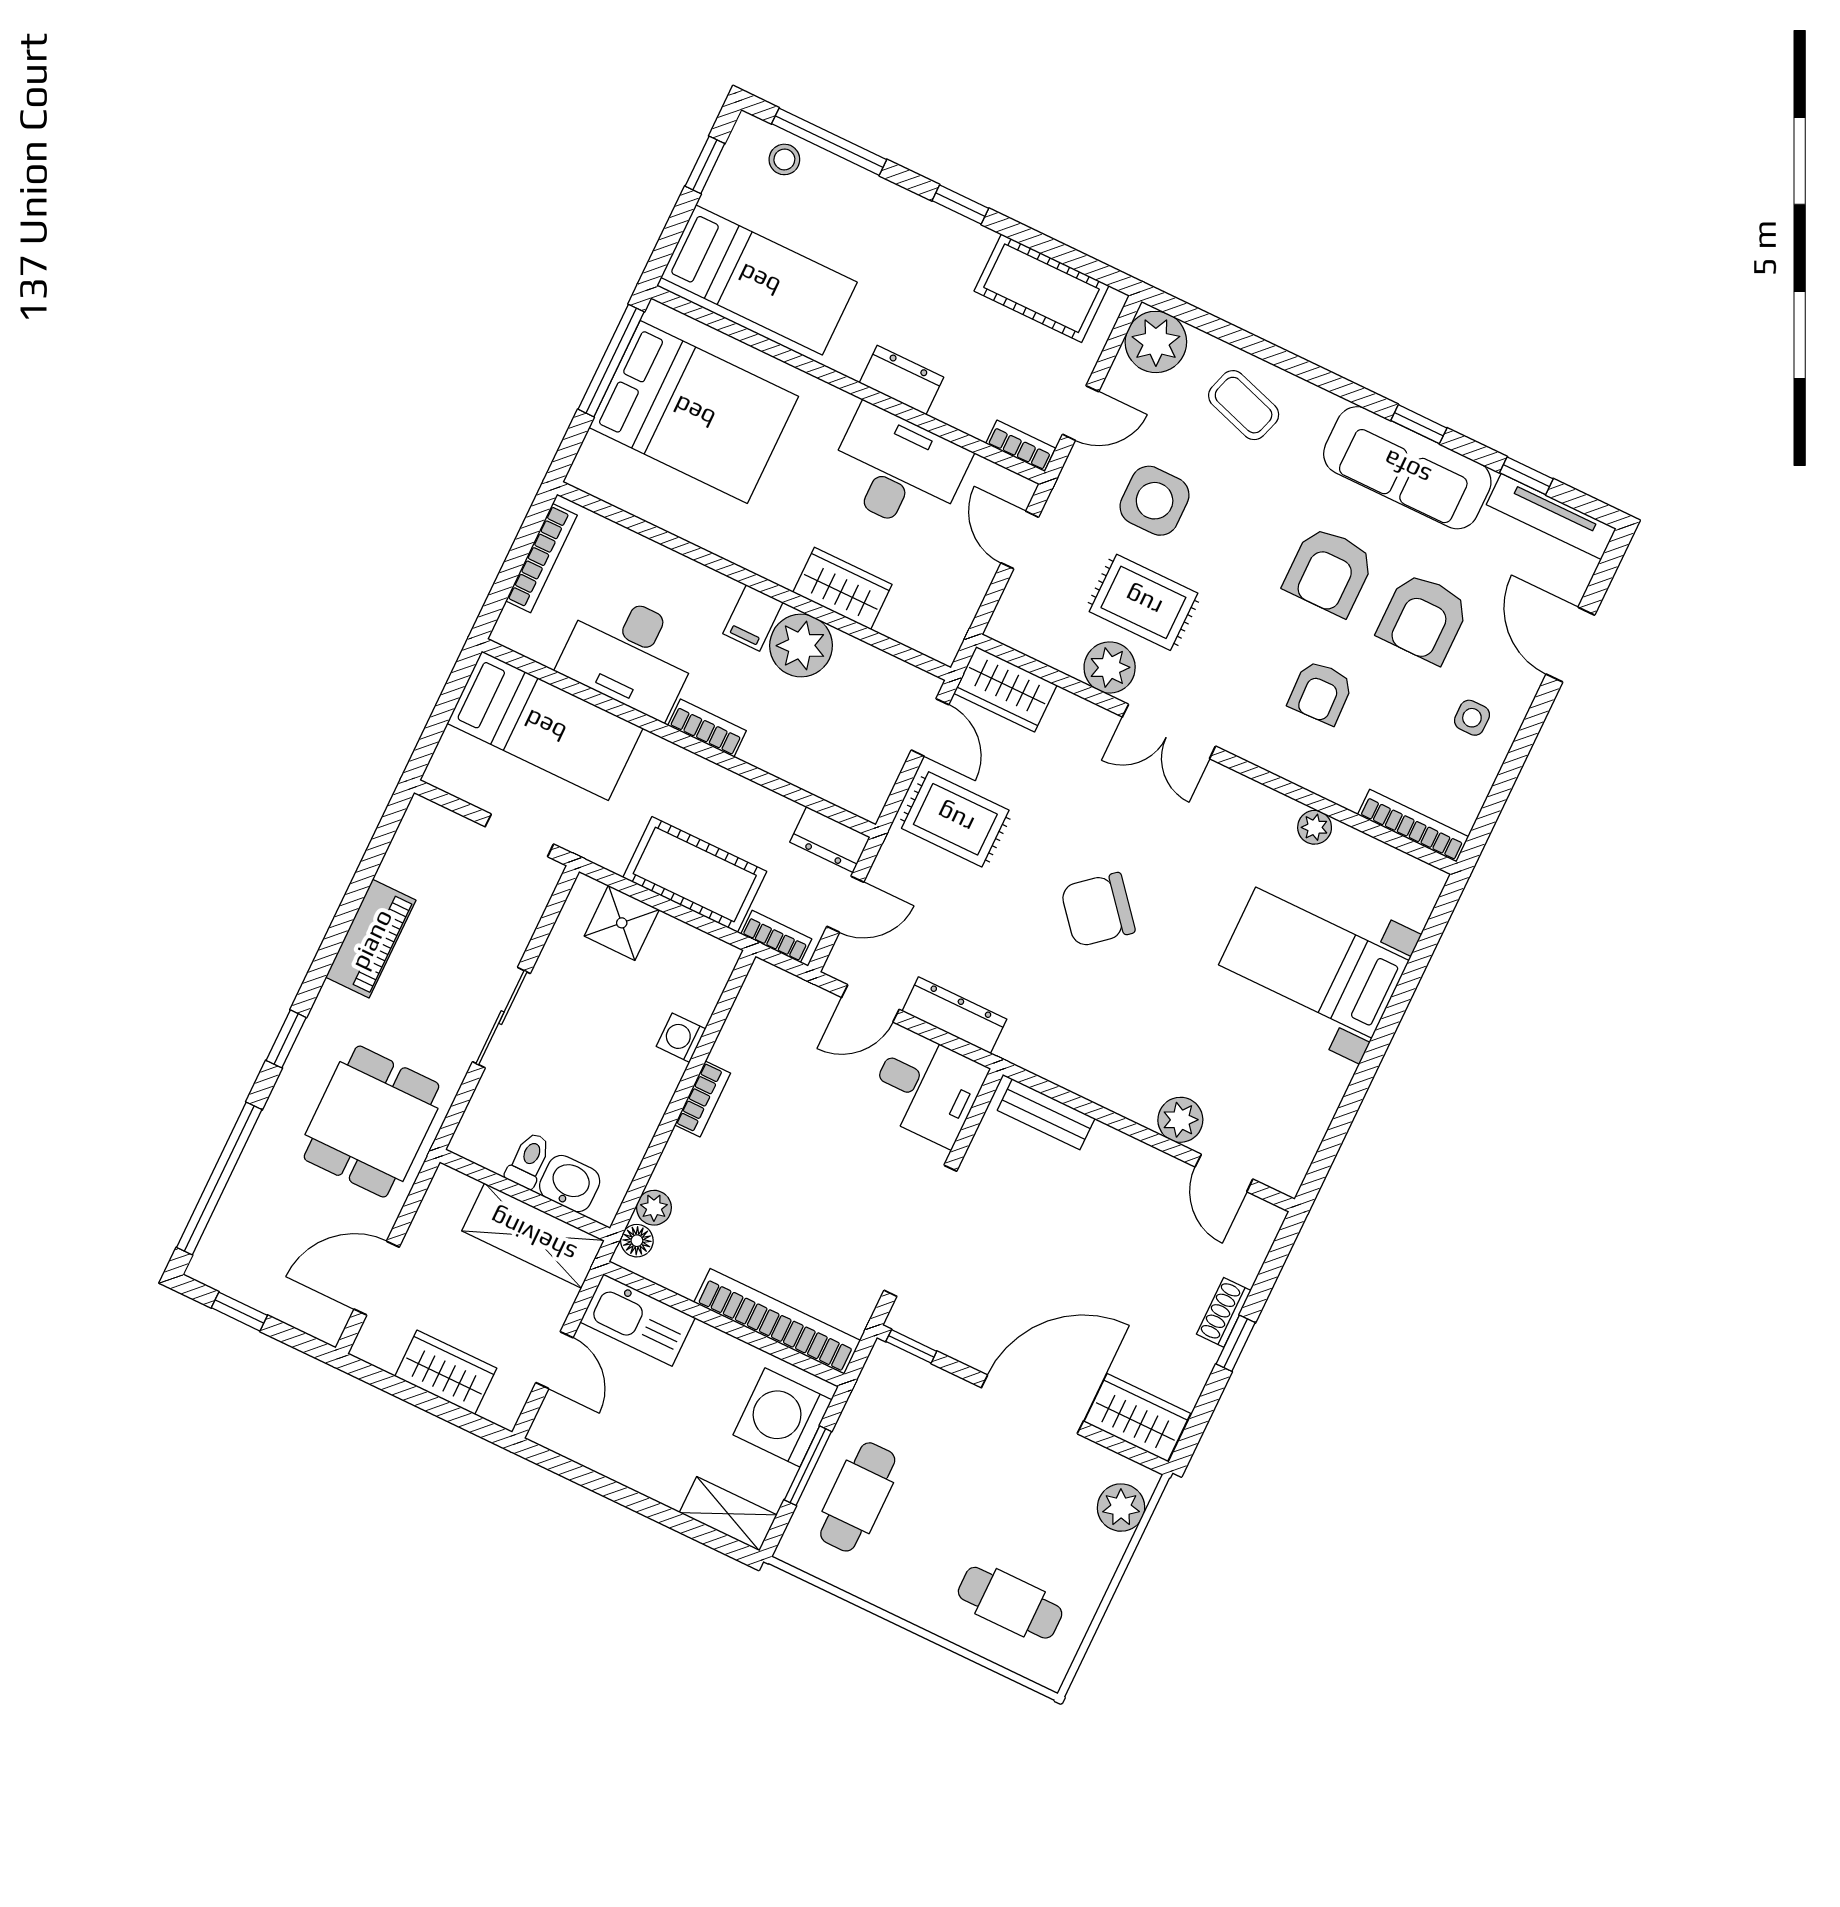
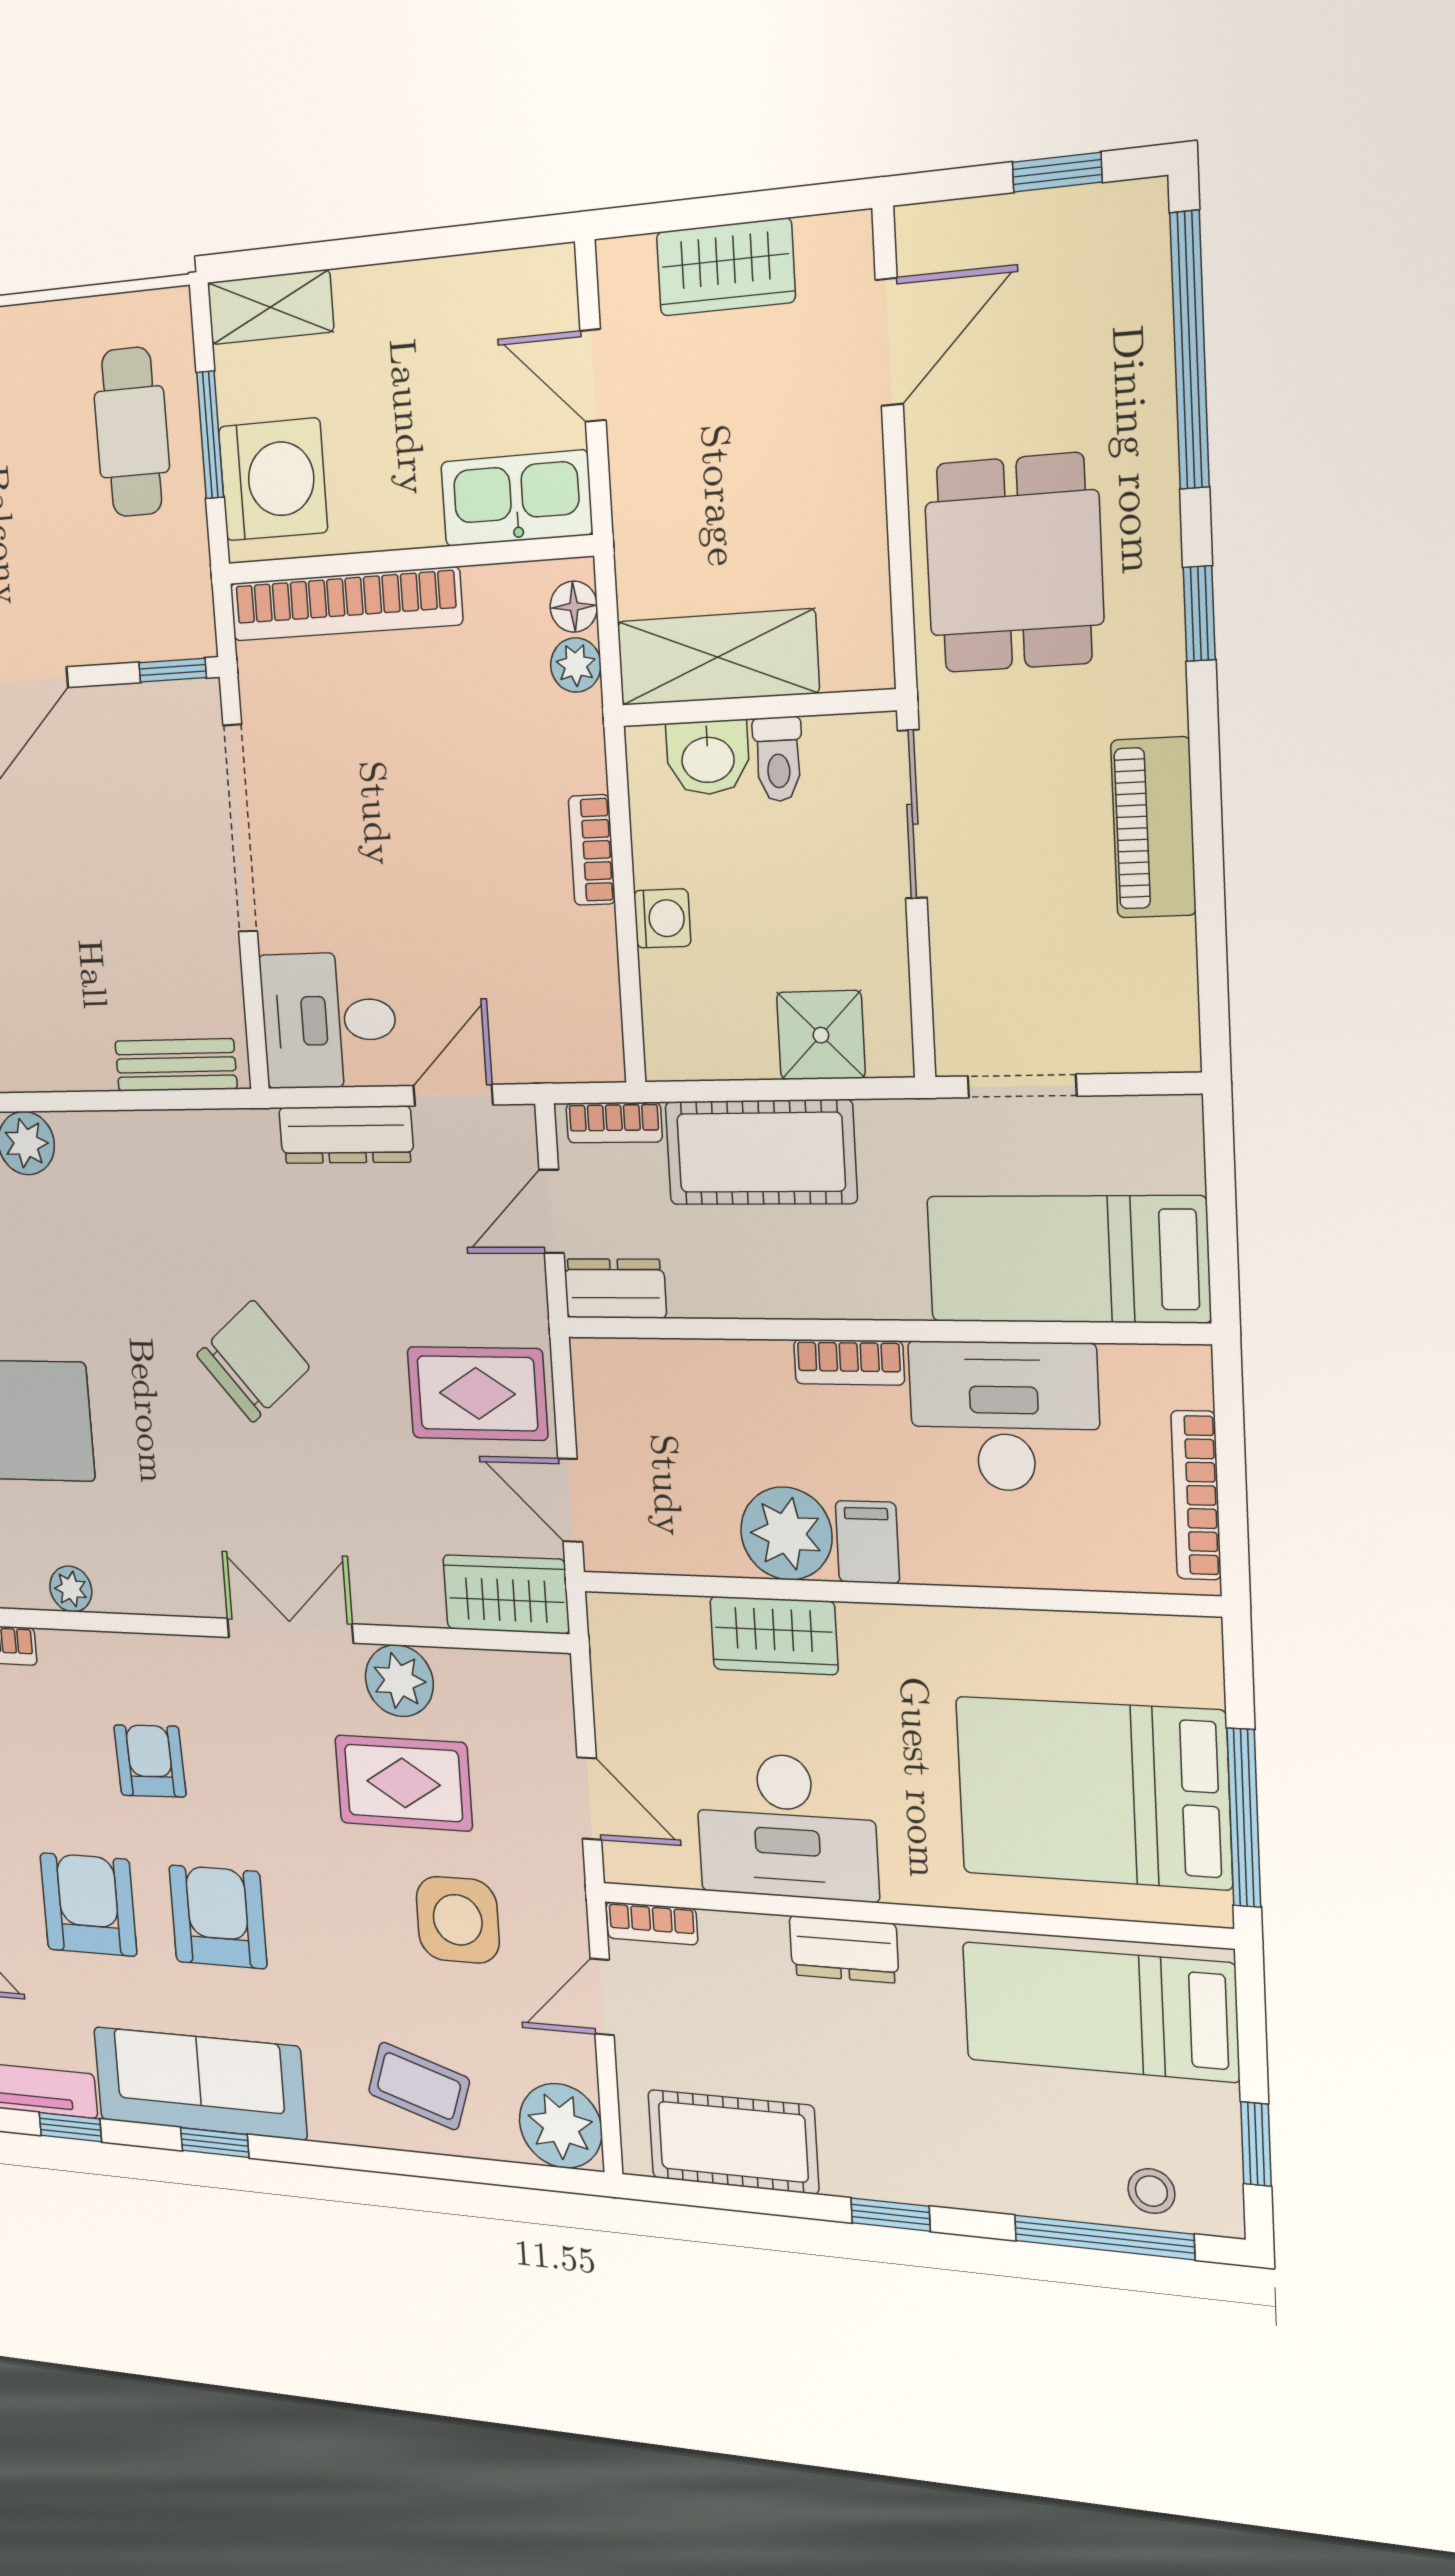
toilet: (529, 1160) -> (778, 759), moved
washbasin: (570, 1184) -> (708, 758), moved
wall: (525, 1195) -> (758, 708), moved
shelving: (533, 1236) -> (718, 657), moved

